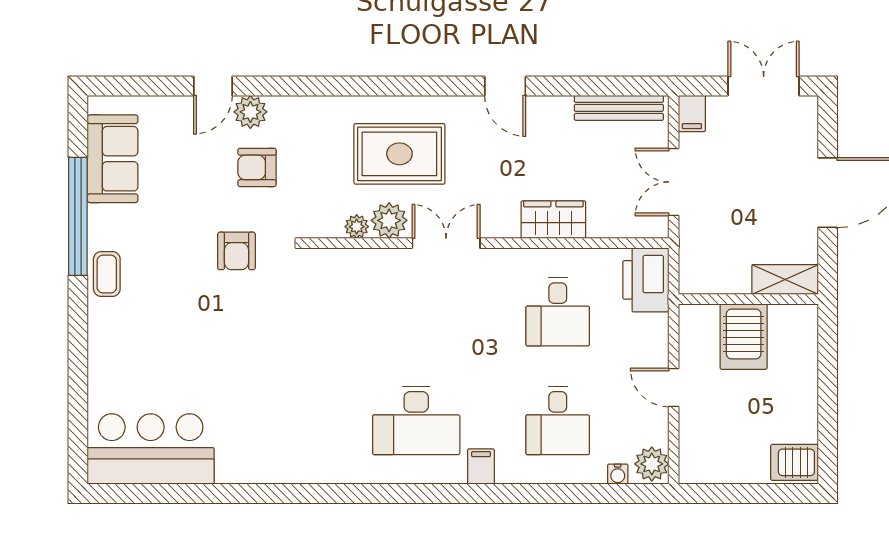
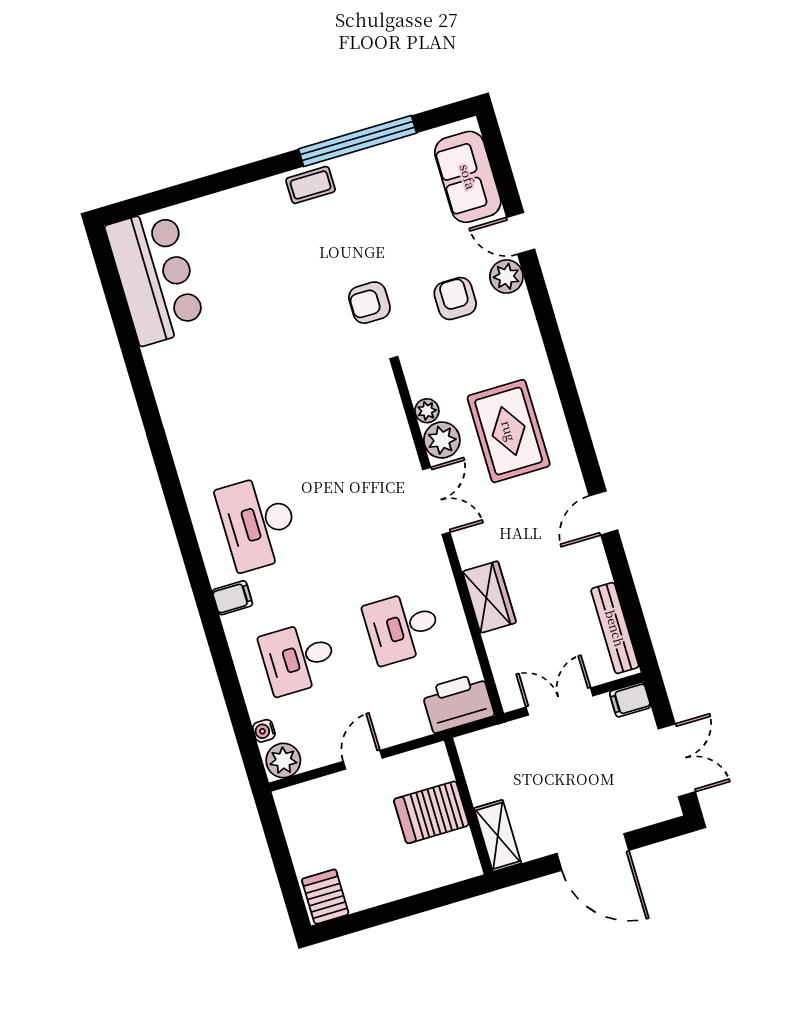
sofa: (113, 159) -> (468, 177), moved, turned 90

